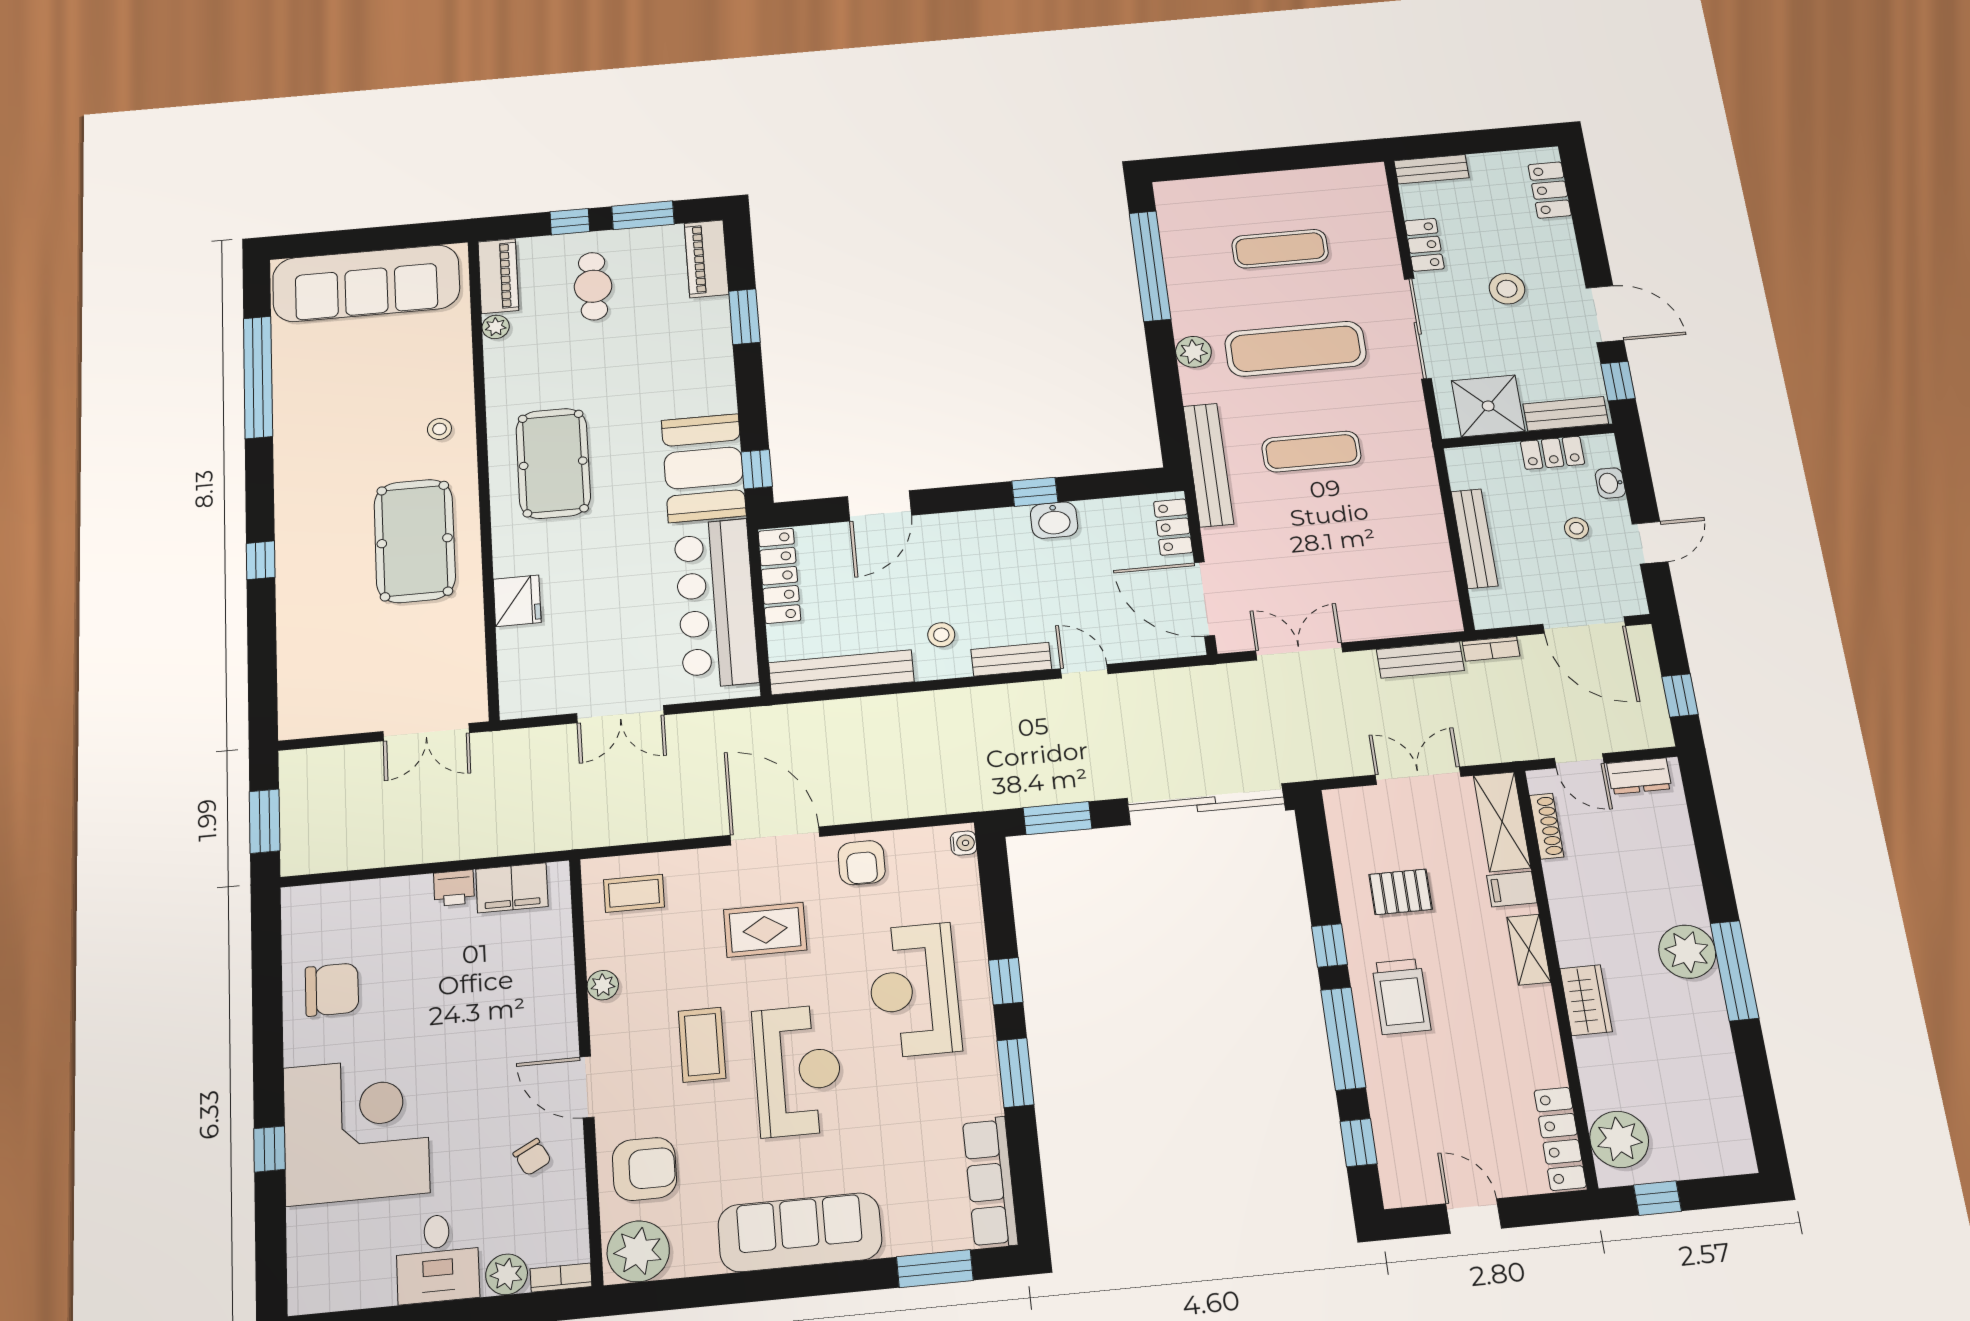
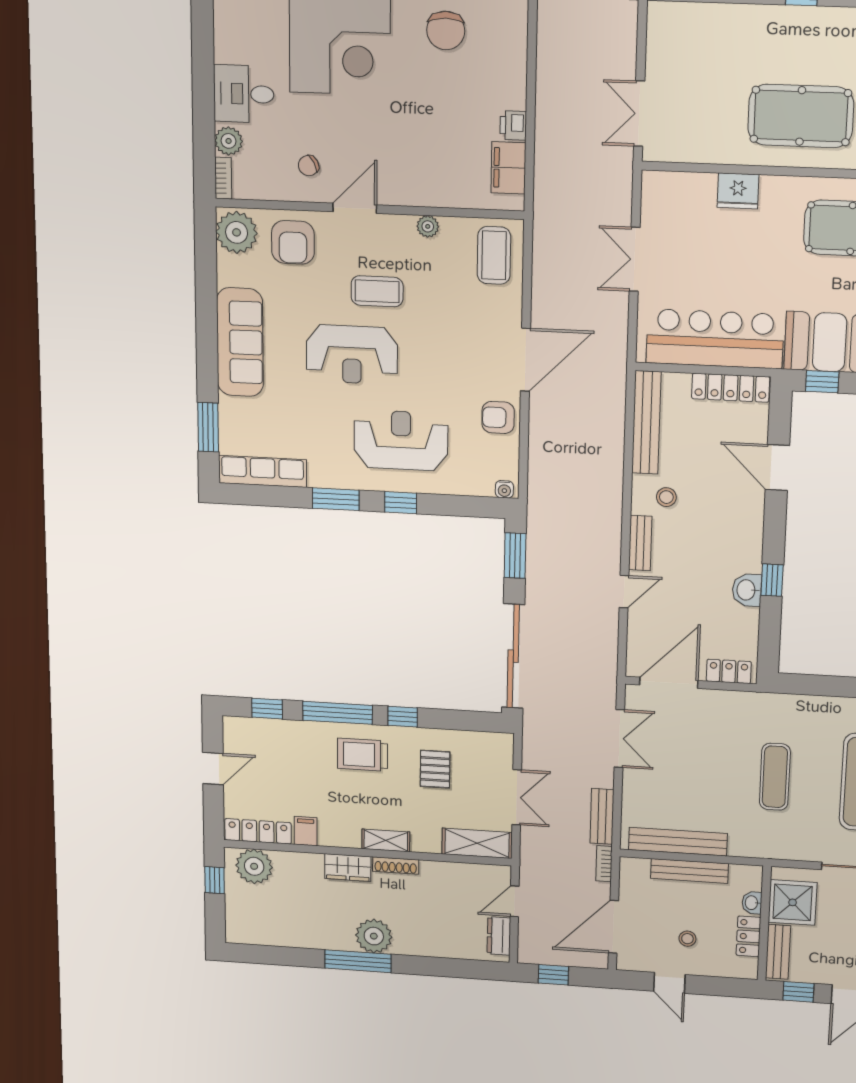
bench: (1208, 465) -> (678, 842), moved
washbasin: (1610, 483) -> (752, 903), moved, turned -90
shoe rack: (1547, 826) -> (396, 865), moved
filing cabinet: (1512, 889) -> (306, 831), moved
coffee table: (634, 893) -> (494, 255), width x1.36, depth x1.30
rug: (765, 930) -> (456, 345), removed

